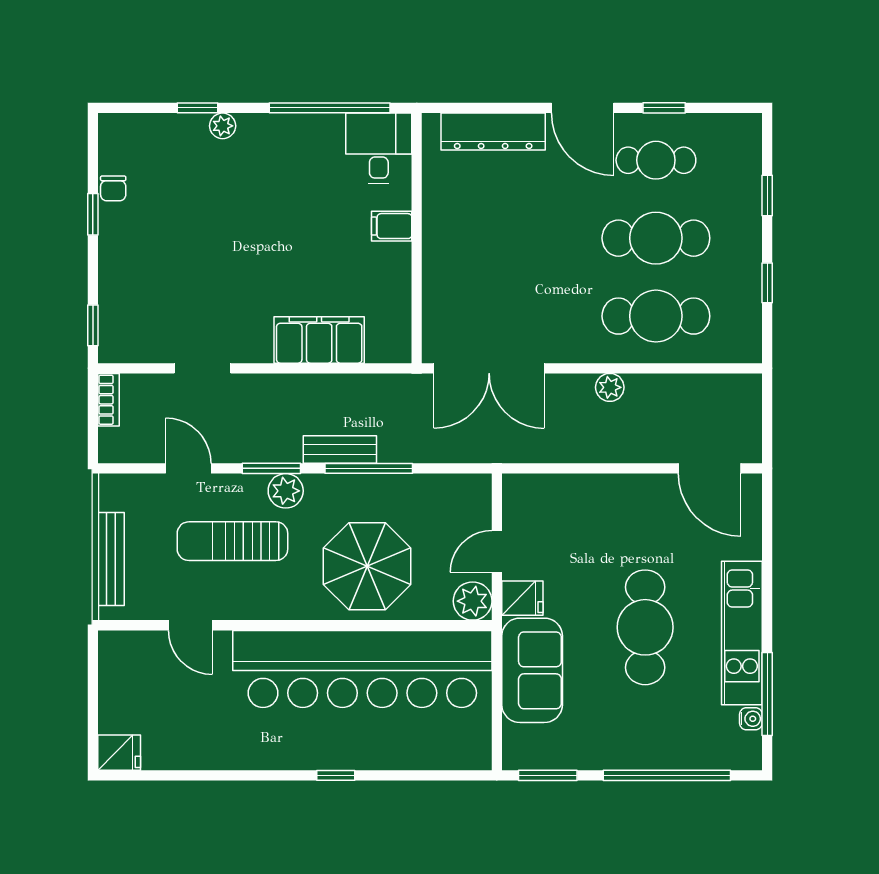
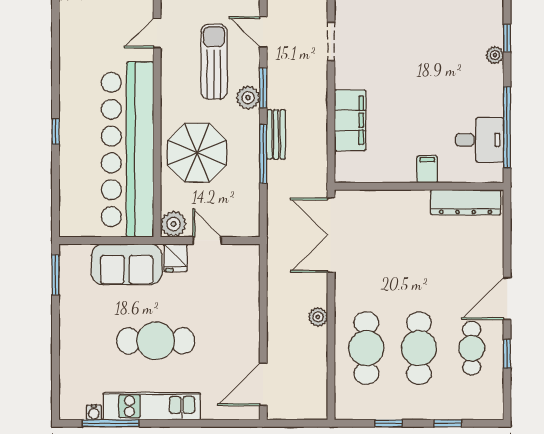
dresser: (493, 132) -> (466, 202), moved, turned -90
desk: (379, 148) -> (480, 140), moved
door: (188, 468) -> (263, 32), swing flipped
window: (667, 775) -> (56, 356), removed

